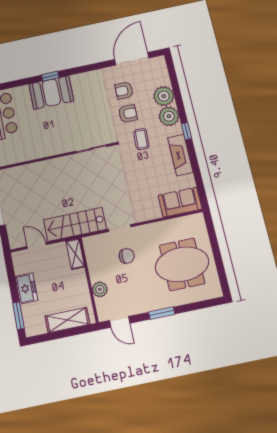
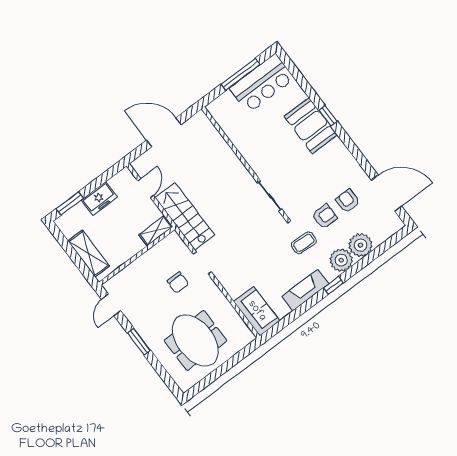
armchair: (128, 114) -> (325, 217), turned -90
plant: (100, 289) -> (133, 271), removed

